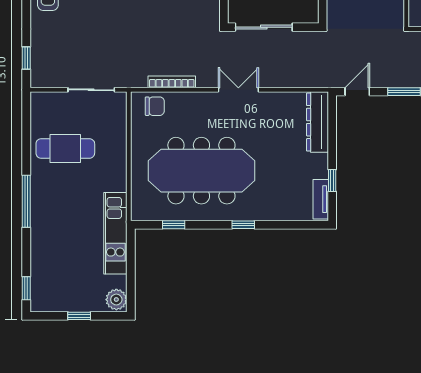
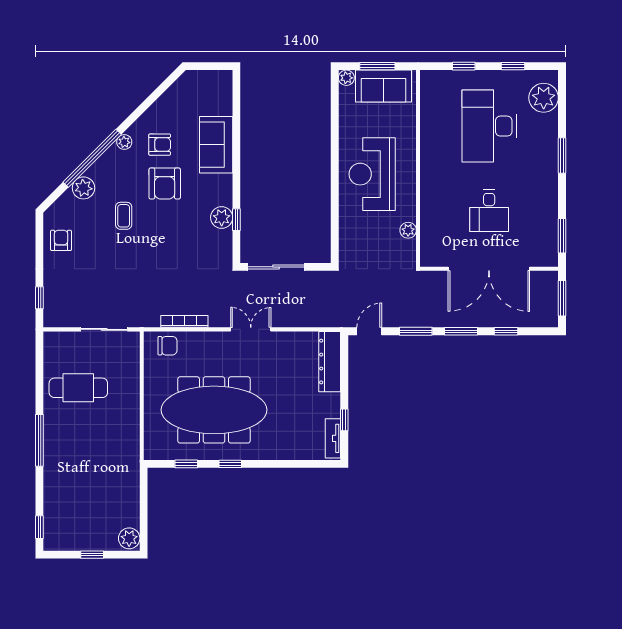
window: (243, 225) -> (230, 464), moved
kitchen unit: (115, 233) -> (128, 472), removed

